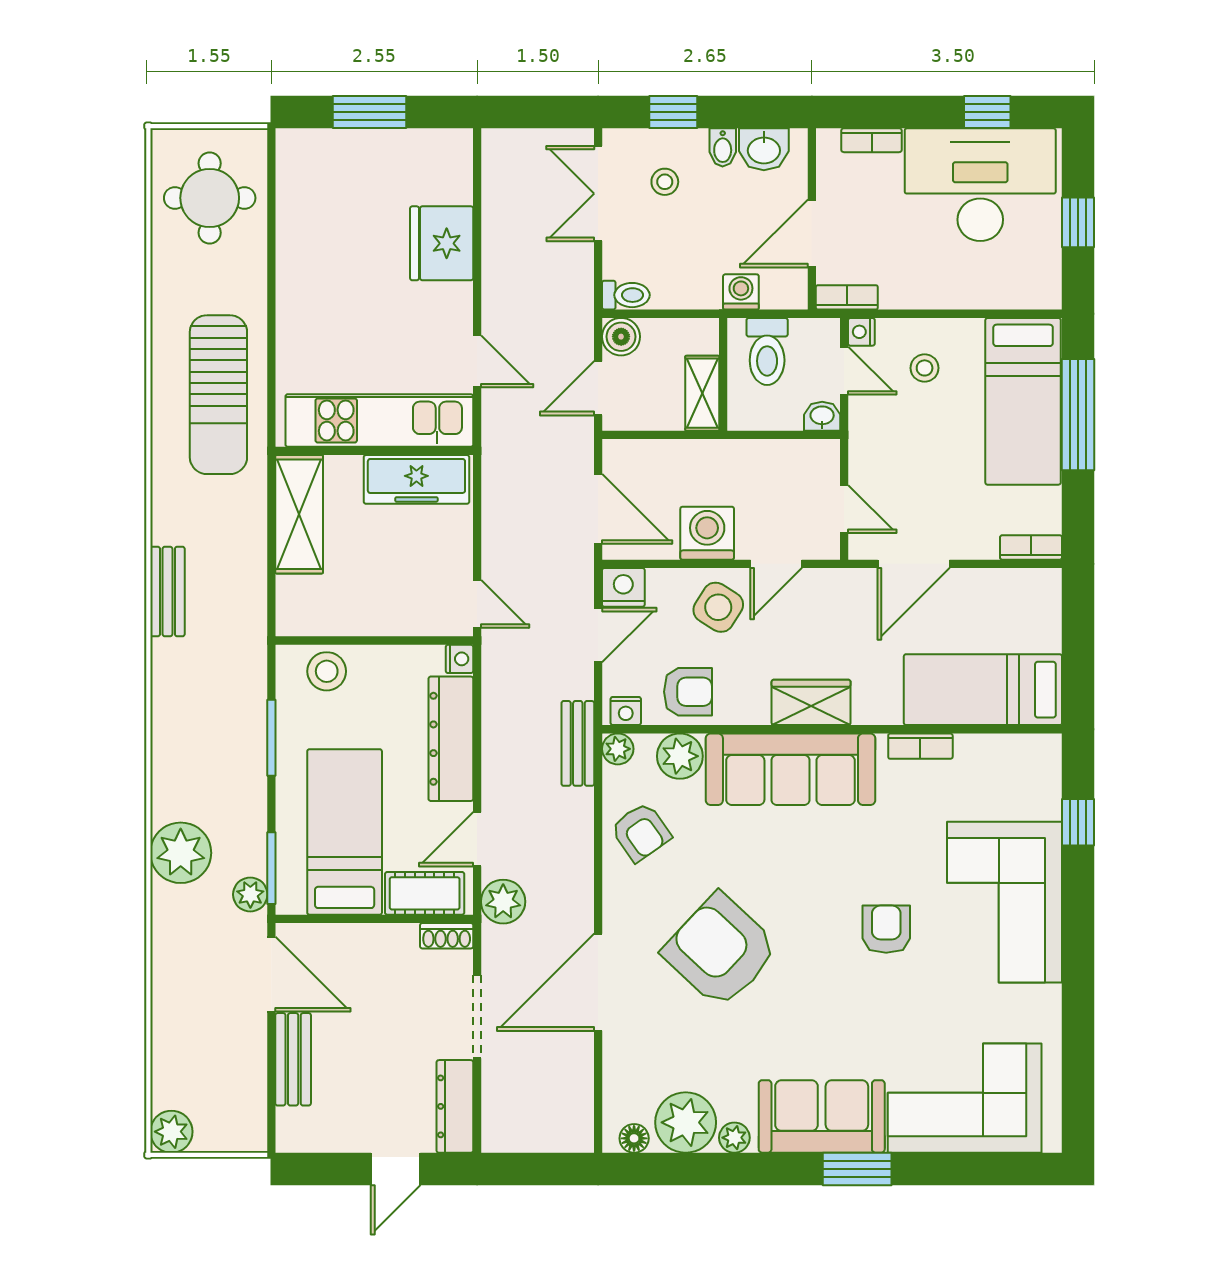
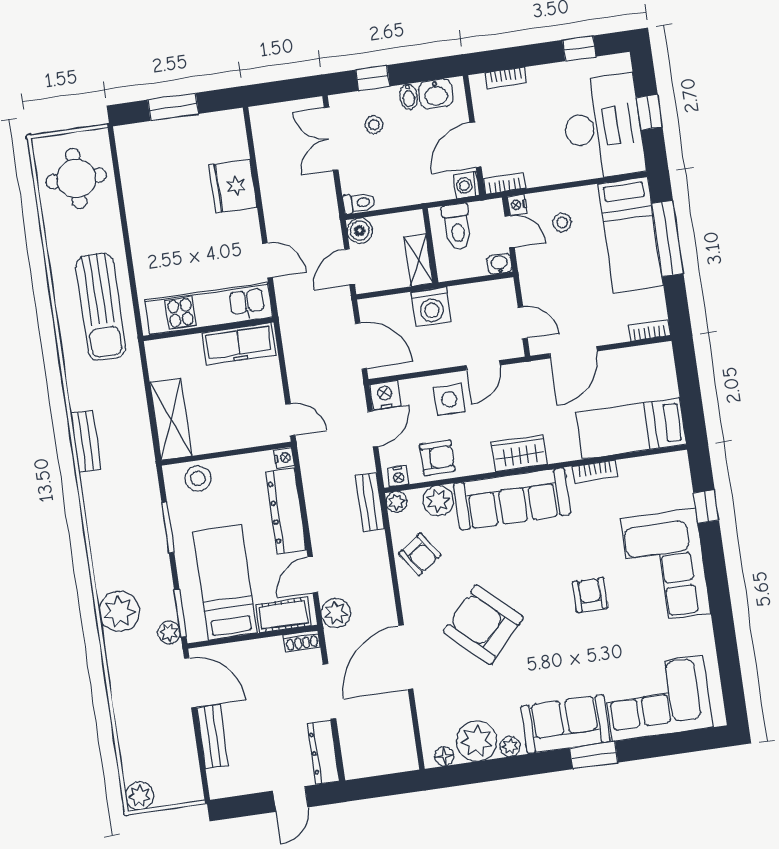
desk: (980, 185) -> (603, 127), moved, turned 90
washing machine: (741, 292) -> (467, 185), moved, turned -90
shelving: (299, 514) -> (171, 419), moved
washing machine: (707, 533) -> (431, 307), moved, turned 180
side table: (718, 607) -> (449, 399), turned -32

